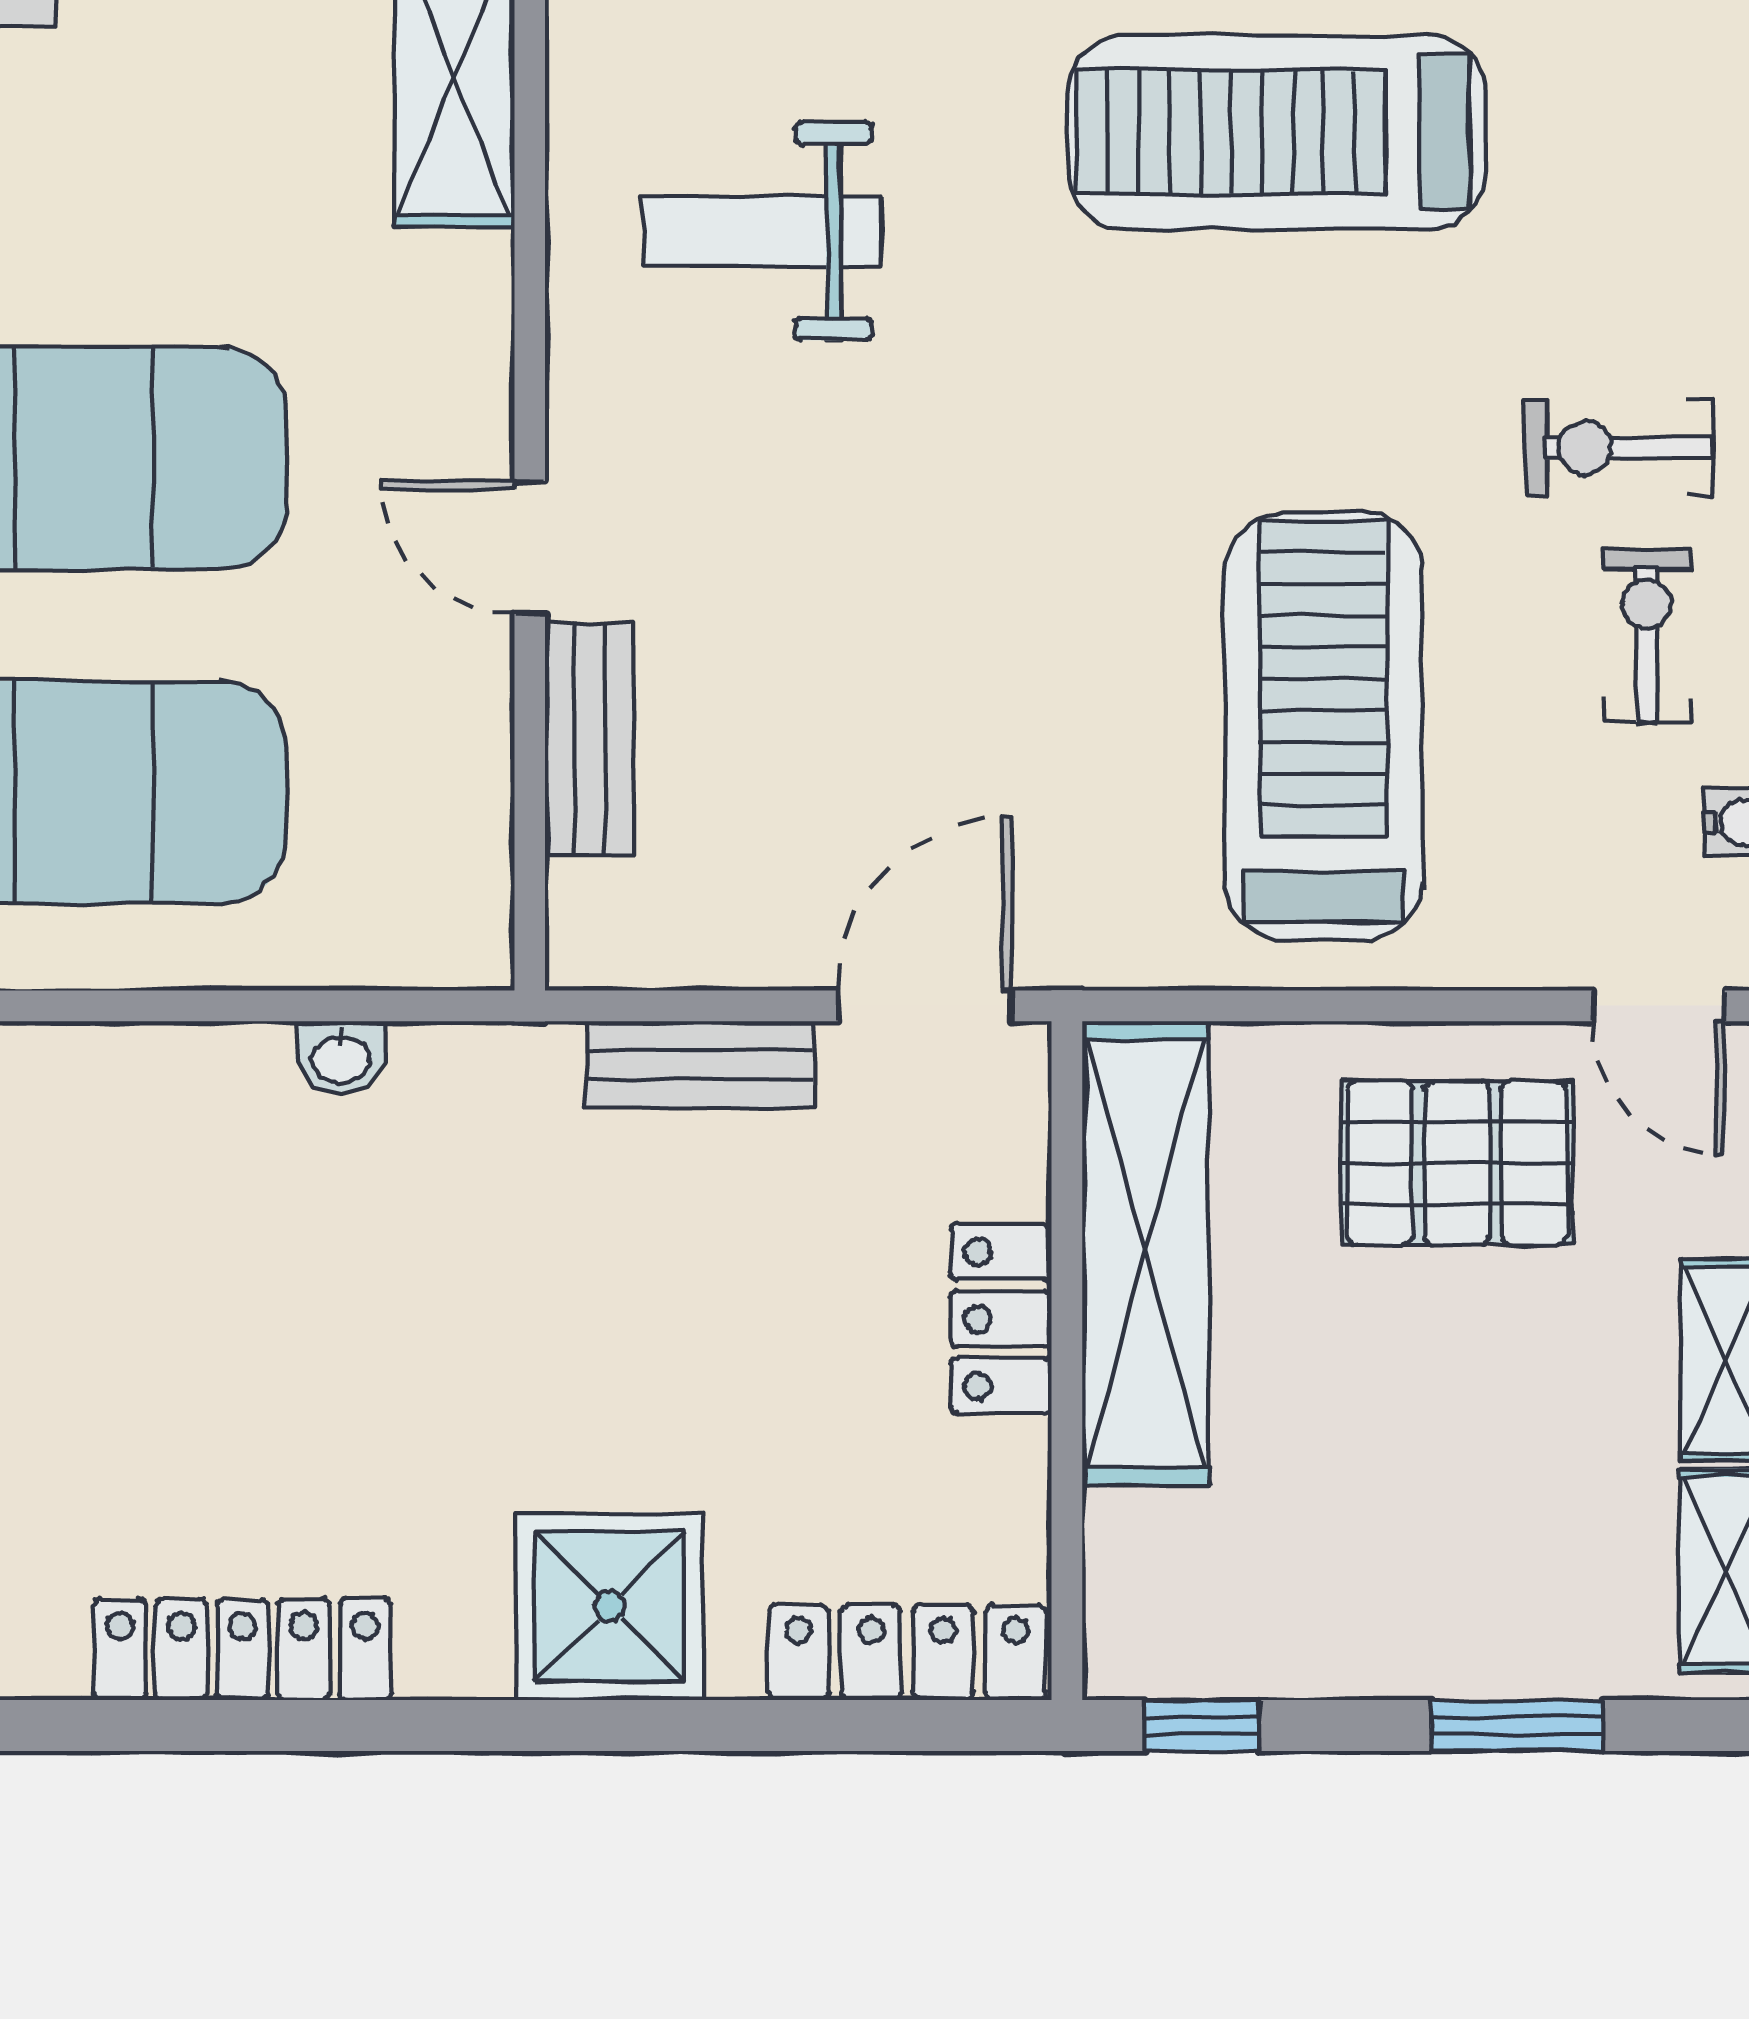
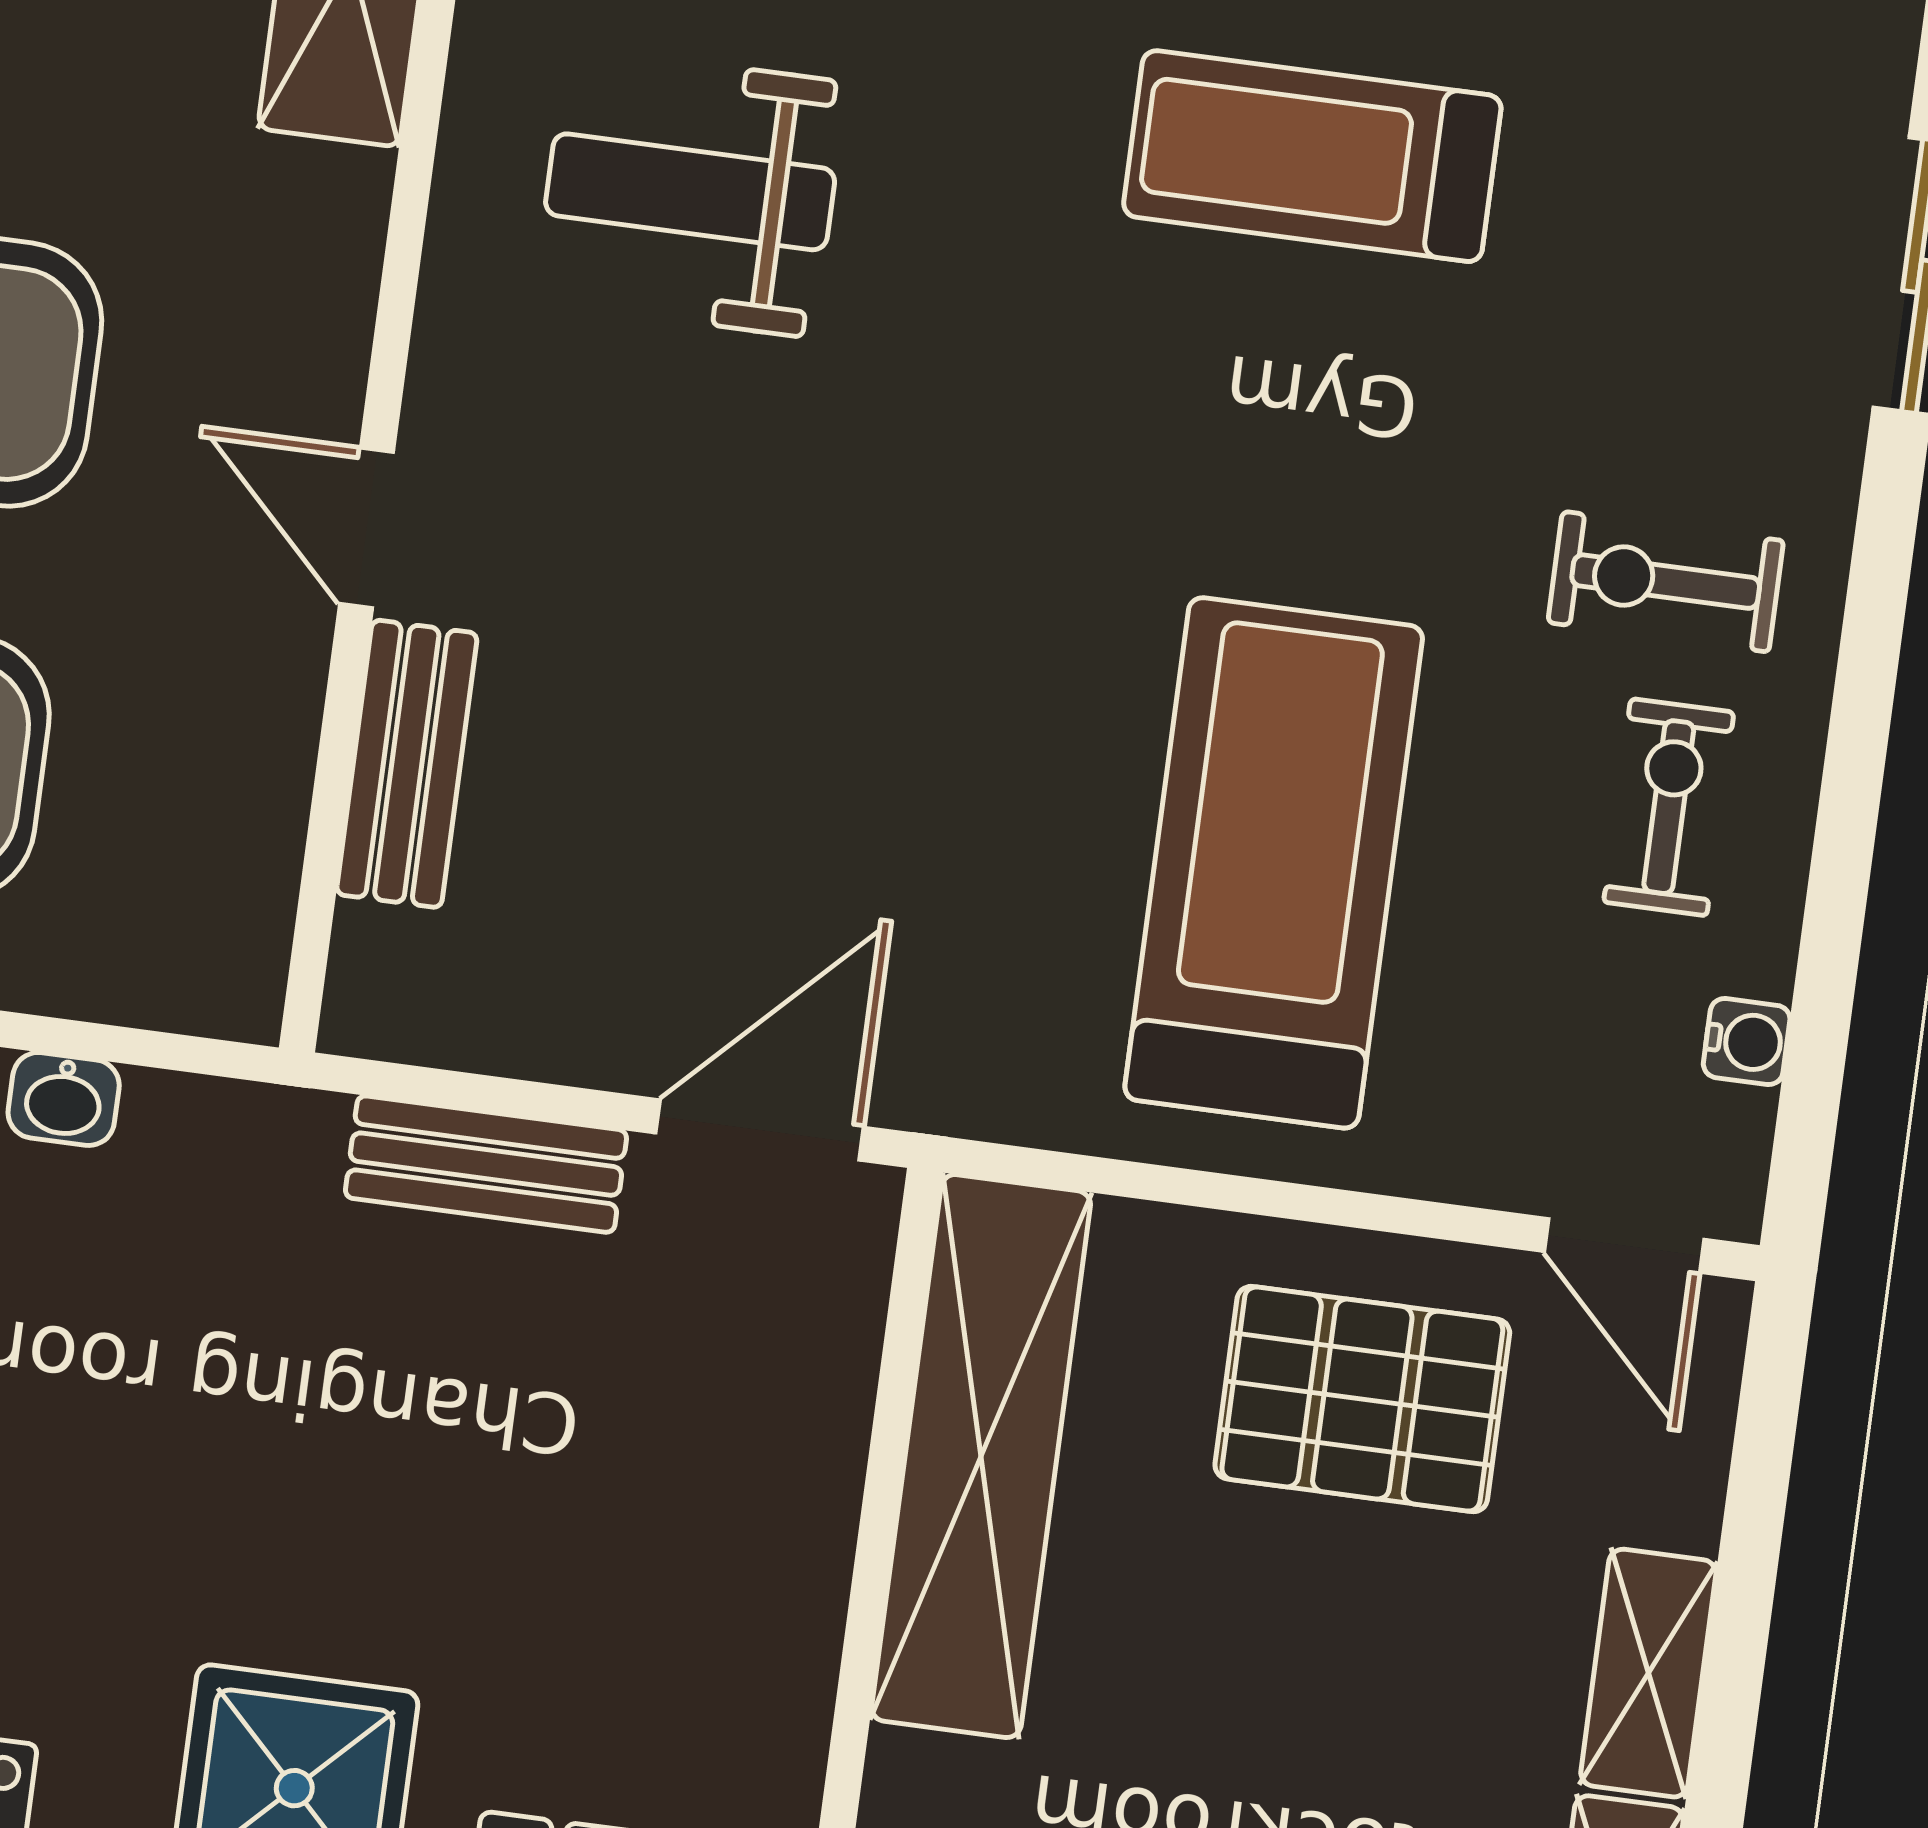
treadmill: (1277, 132) -> (1312, 156), width x0.73, depth x0.73
locker: (1001, 1319) -> (801, 1511), removed

